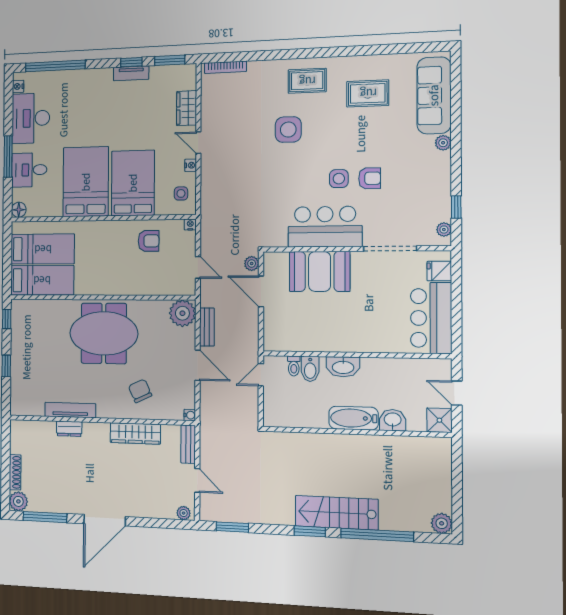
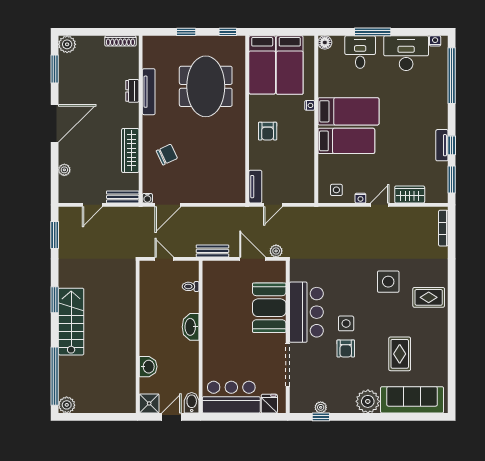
rug: (307, 81) -> (429, 297), turned 90
rug: (368, 93) -> (400, 354), moved
plant: (443, 143) -> (368, 401), width x1.87, depth x1.87
bed: (86, 182) -> (348, 111), width x0.67
bed: (133, 183) -> (346, 141), width x0.67
nightstand: (190, 224) -> (310, 105), moved
plant: (444, 230) -> (321, 407), moved
armchair: (149, 241) -> (268, 131), moved
tv unit: (177, 288) -> (255, 187), added
door: (261, 291) -> (253, 259), hinge flipped
plant: (182, 313) -> (234, 192), removed
bench: (207, 327) -> (212, 251), moved
meeting table: (104, 333) -> (206, 86), moved
door: (198, 365) -> (168, 205), moved
bidet: (310, 369) -> (192, 403), moved, turned 90
door: (261, 375) -> (164, 259), moved
bathtub: (353, 418) -> (149, 335), removed
shoe rack: (15, 472) -> (120, 41), moved
plant: (184, 513) -> (64, 170), moved
window: (45, 517) -> (55, 69), width x0.69
door: (105, 520) -> (55, 123), swing flipped
window: (377, 535) -> (55, 376), moved

